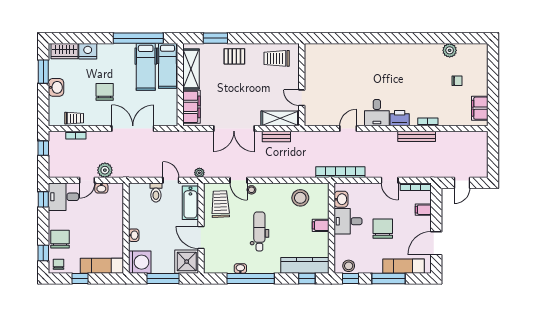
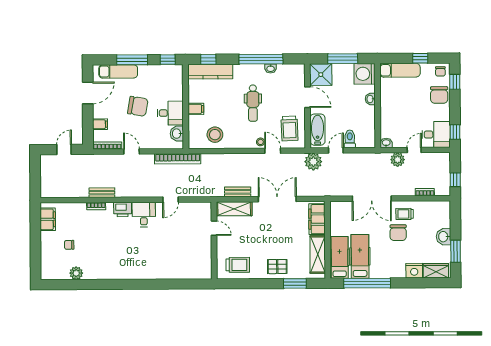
trolley: (74, 118) -> (405, 214), moved
bench: (417, 136) -> (102, 193), width x0.73
plant: (199, 173) -> (313, 162), width x1.87, depth x1.87
door: (171, 180) -> (336, 150), swing flipped
washbasin: (101, 188) -> (386, 143), moved
chair: (383, 229) -> (138, 106), turned -80
stool: (349, 266) -> (169, 71), removed

